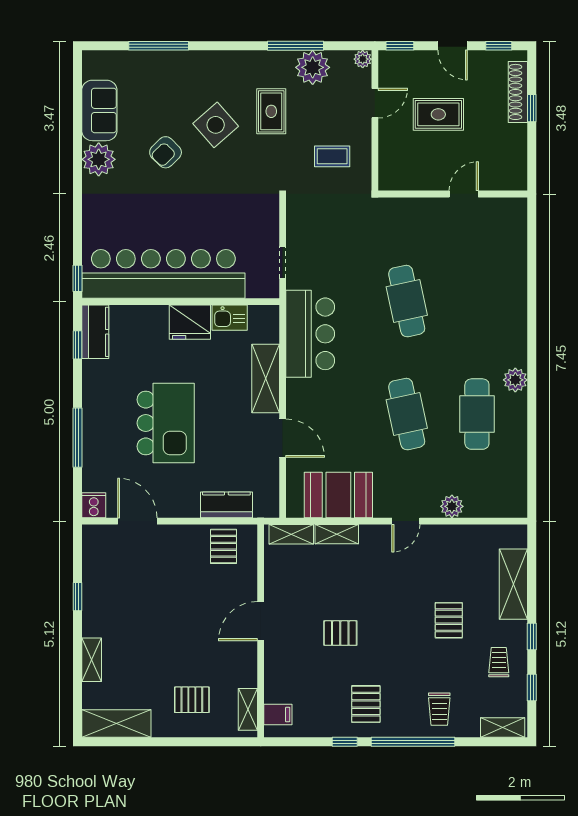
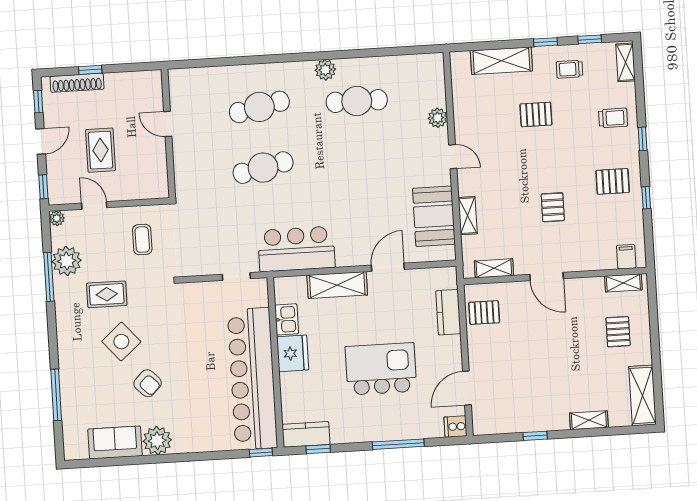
cafe table: (407, 414) -> (259, 107), moved
shelving: (291, 534) -> (494, 268), moved, turned 90
window: (413, 742) -> (643, 139), width x0.32

